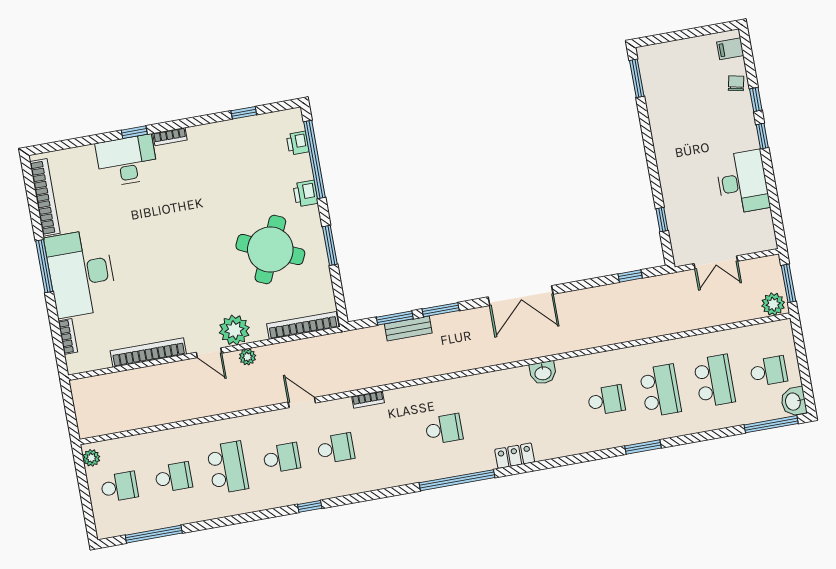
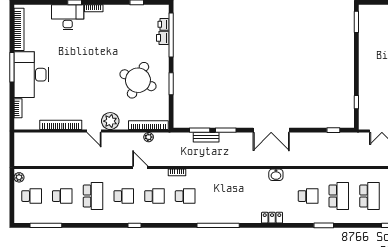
printer: (305, 194) -> (163, 38), moved
plant: (247, 357) -> (149, 137), moved
school desk: (444, 429) -> (185, 196), moved
locker: (515, 456) -> (272, 218), moved

